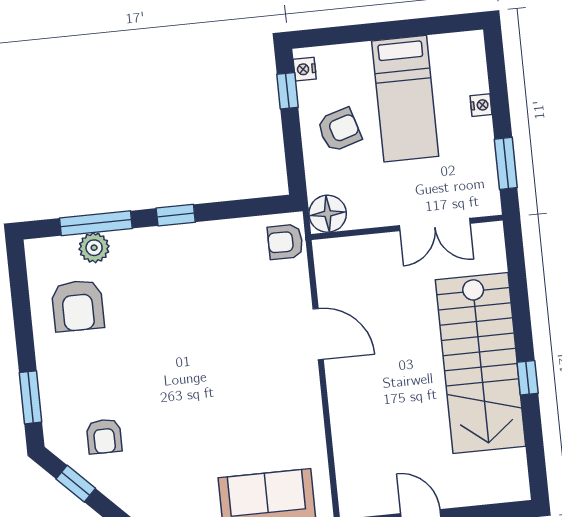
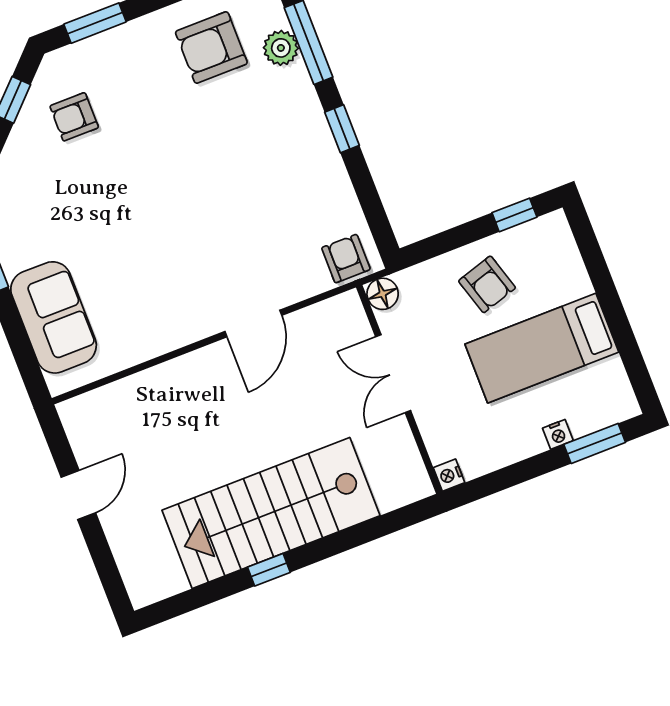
nightstand: (305, 69) -> (449, 475), moved, turned -90
window: (506, 163) -> (595, 443), moved
floor lamp: (328, 214) -> (383, 294), width x0.73, depth x0.73
double door: (435, 224) -> (393, 374), moved

